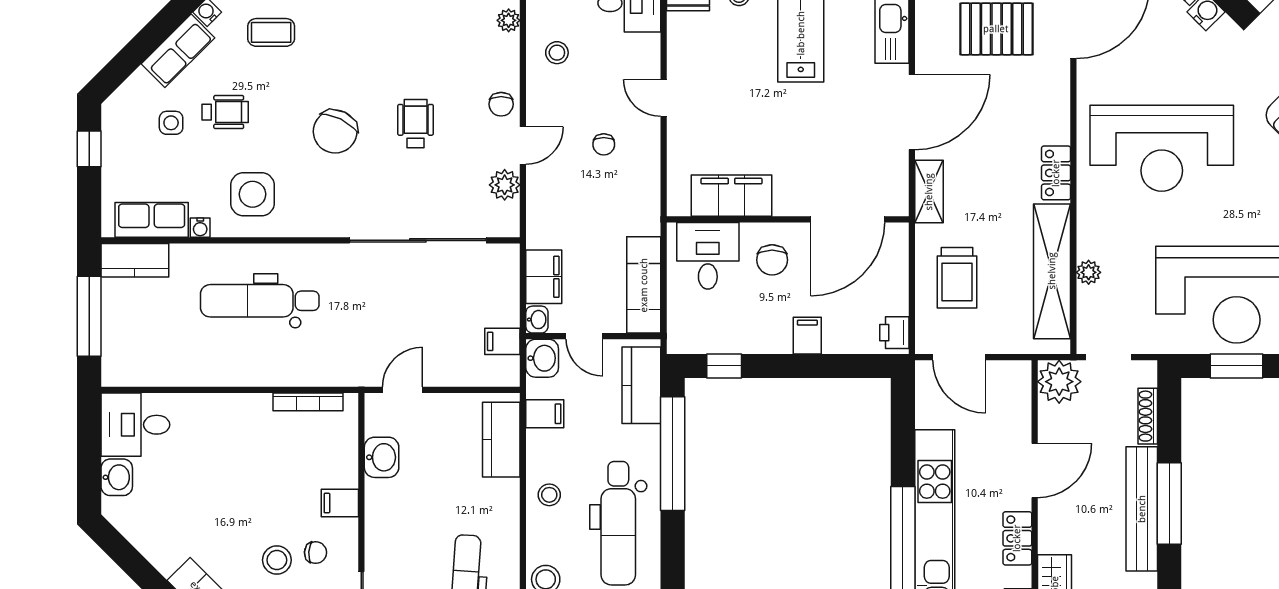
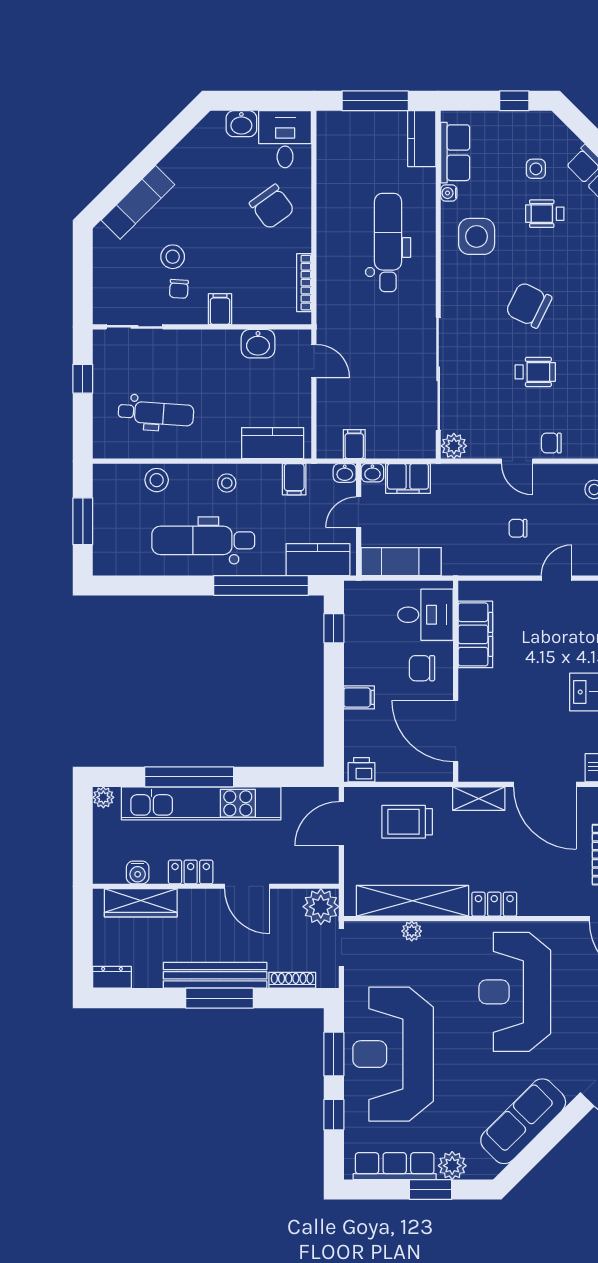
wheelchair: (225, 112) -> (545, 214), turned 90
plant: (505, 185) -> (454, 446), moved
washbasin: (542, 358) -> (345, 473), width x0.72, depth x0.69
chair: (217, 440) -> (272, 207), added

